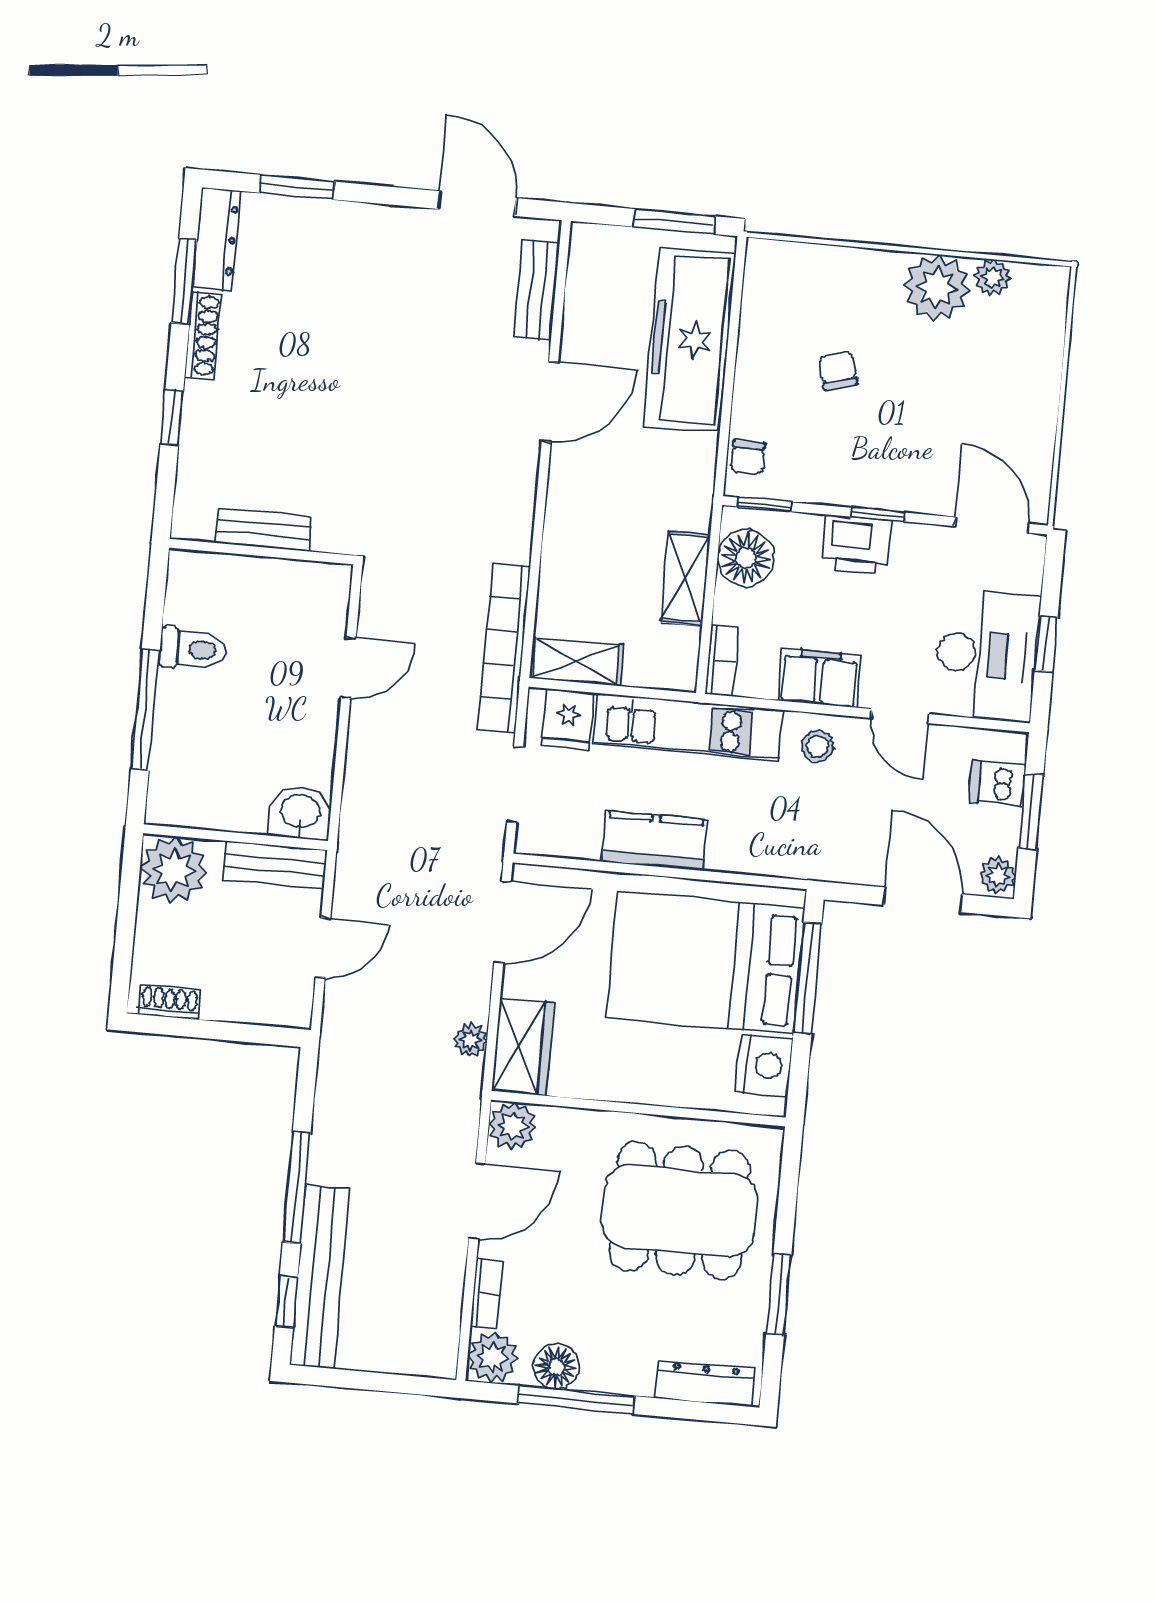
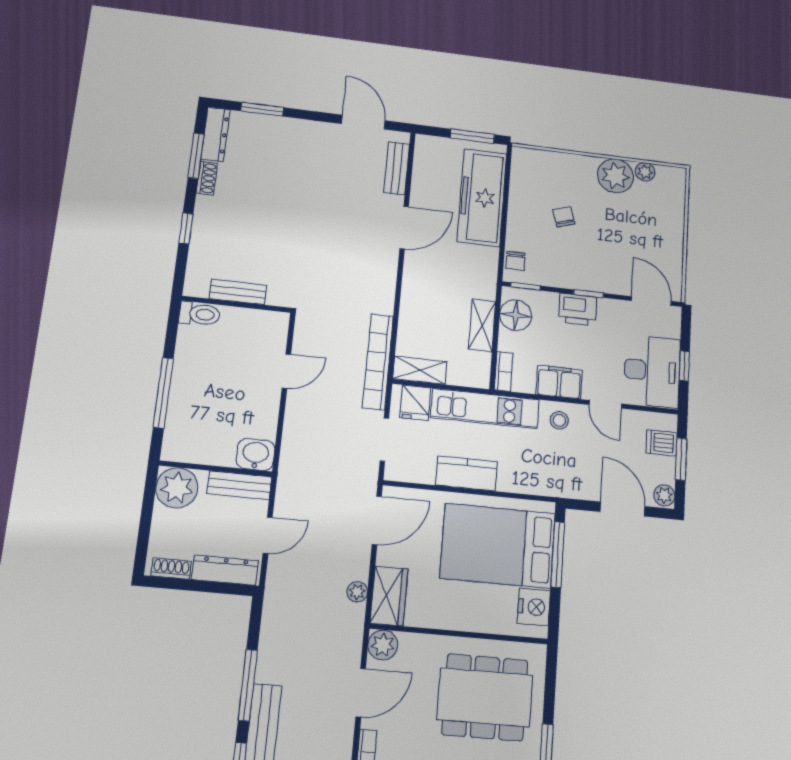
shoe rack: (203, 335) -> (207, 178), width x0.70
toilet: (193, 649) -> (200, 314), moved
dresser: (256, 1005) -> (225, 570), added

